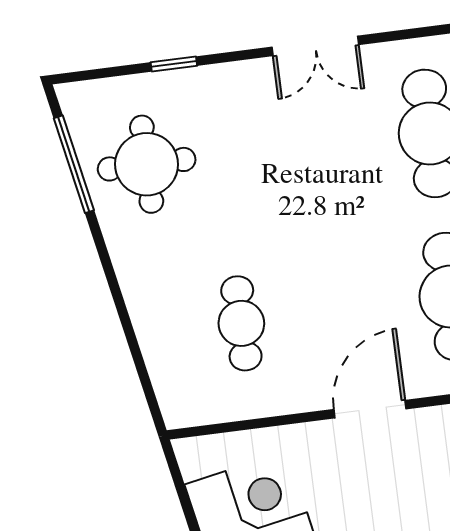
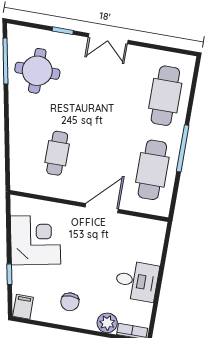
double door: (315, 46) -> (108, 39), moved

